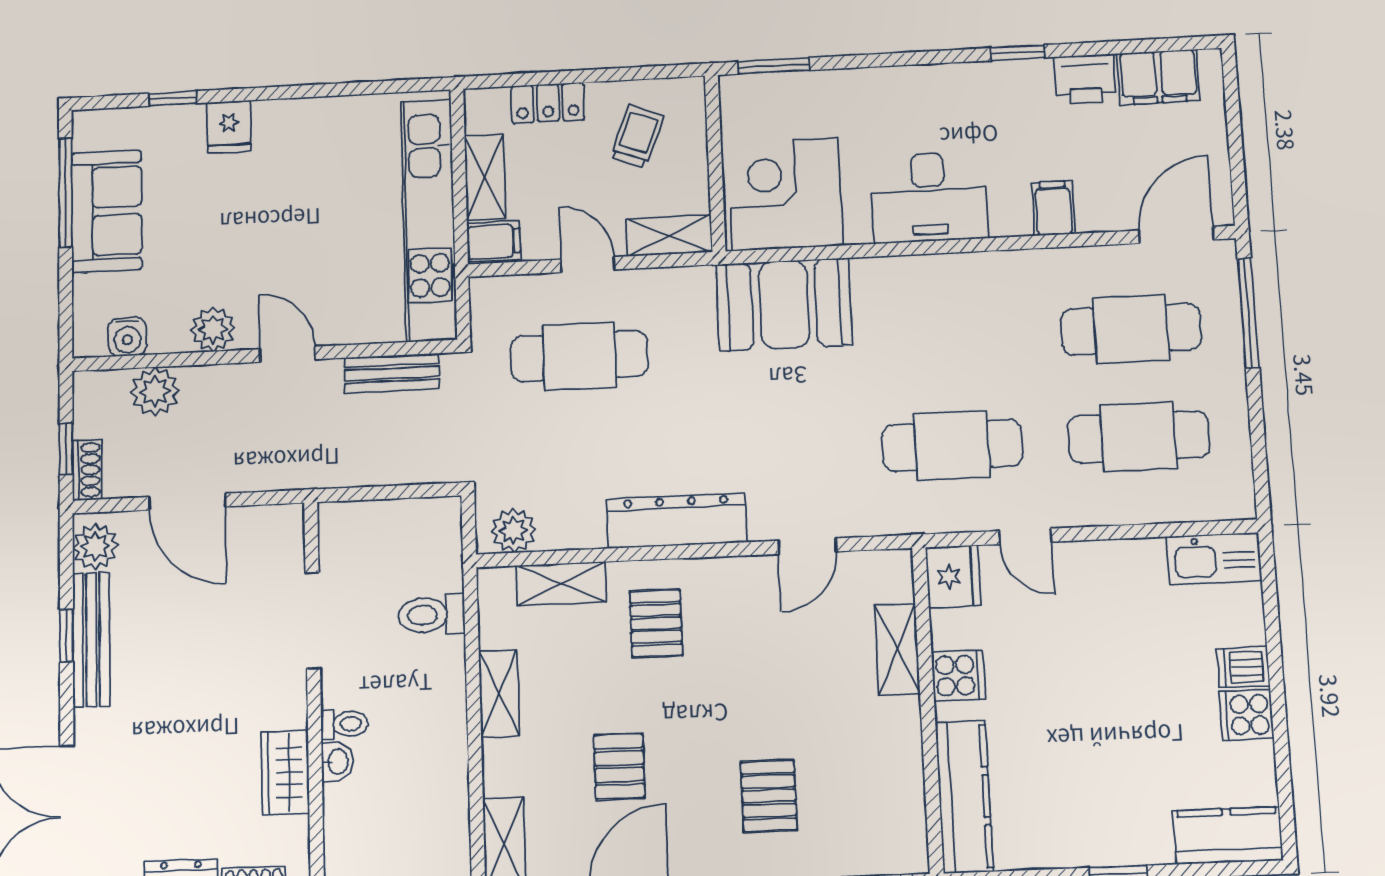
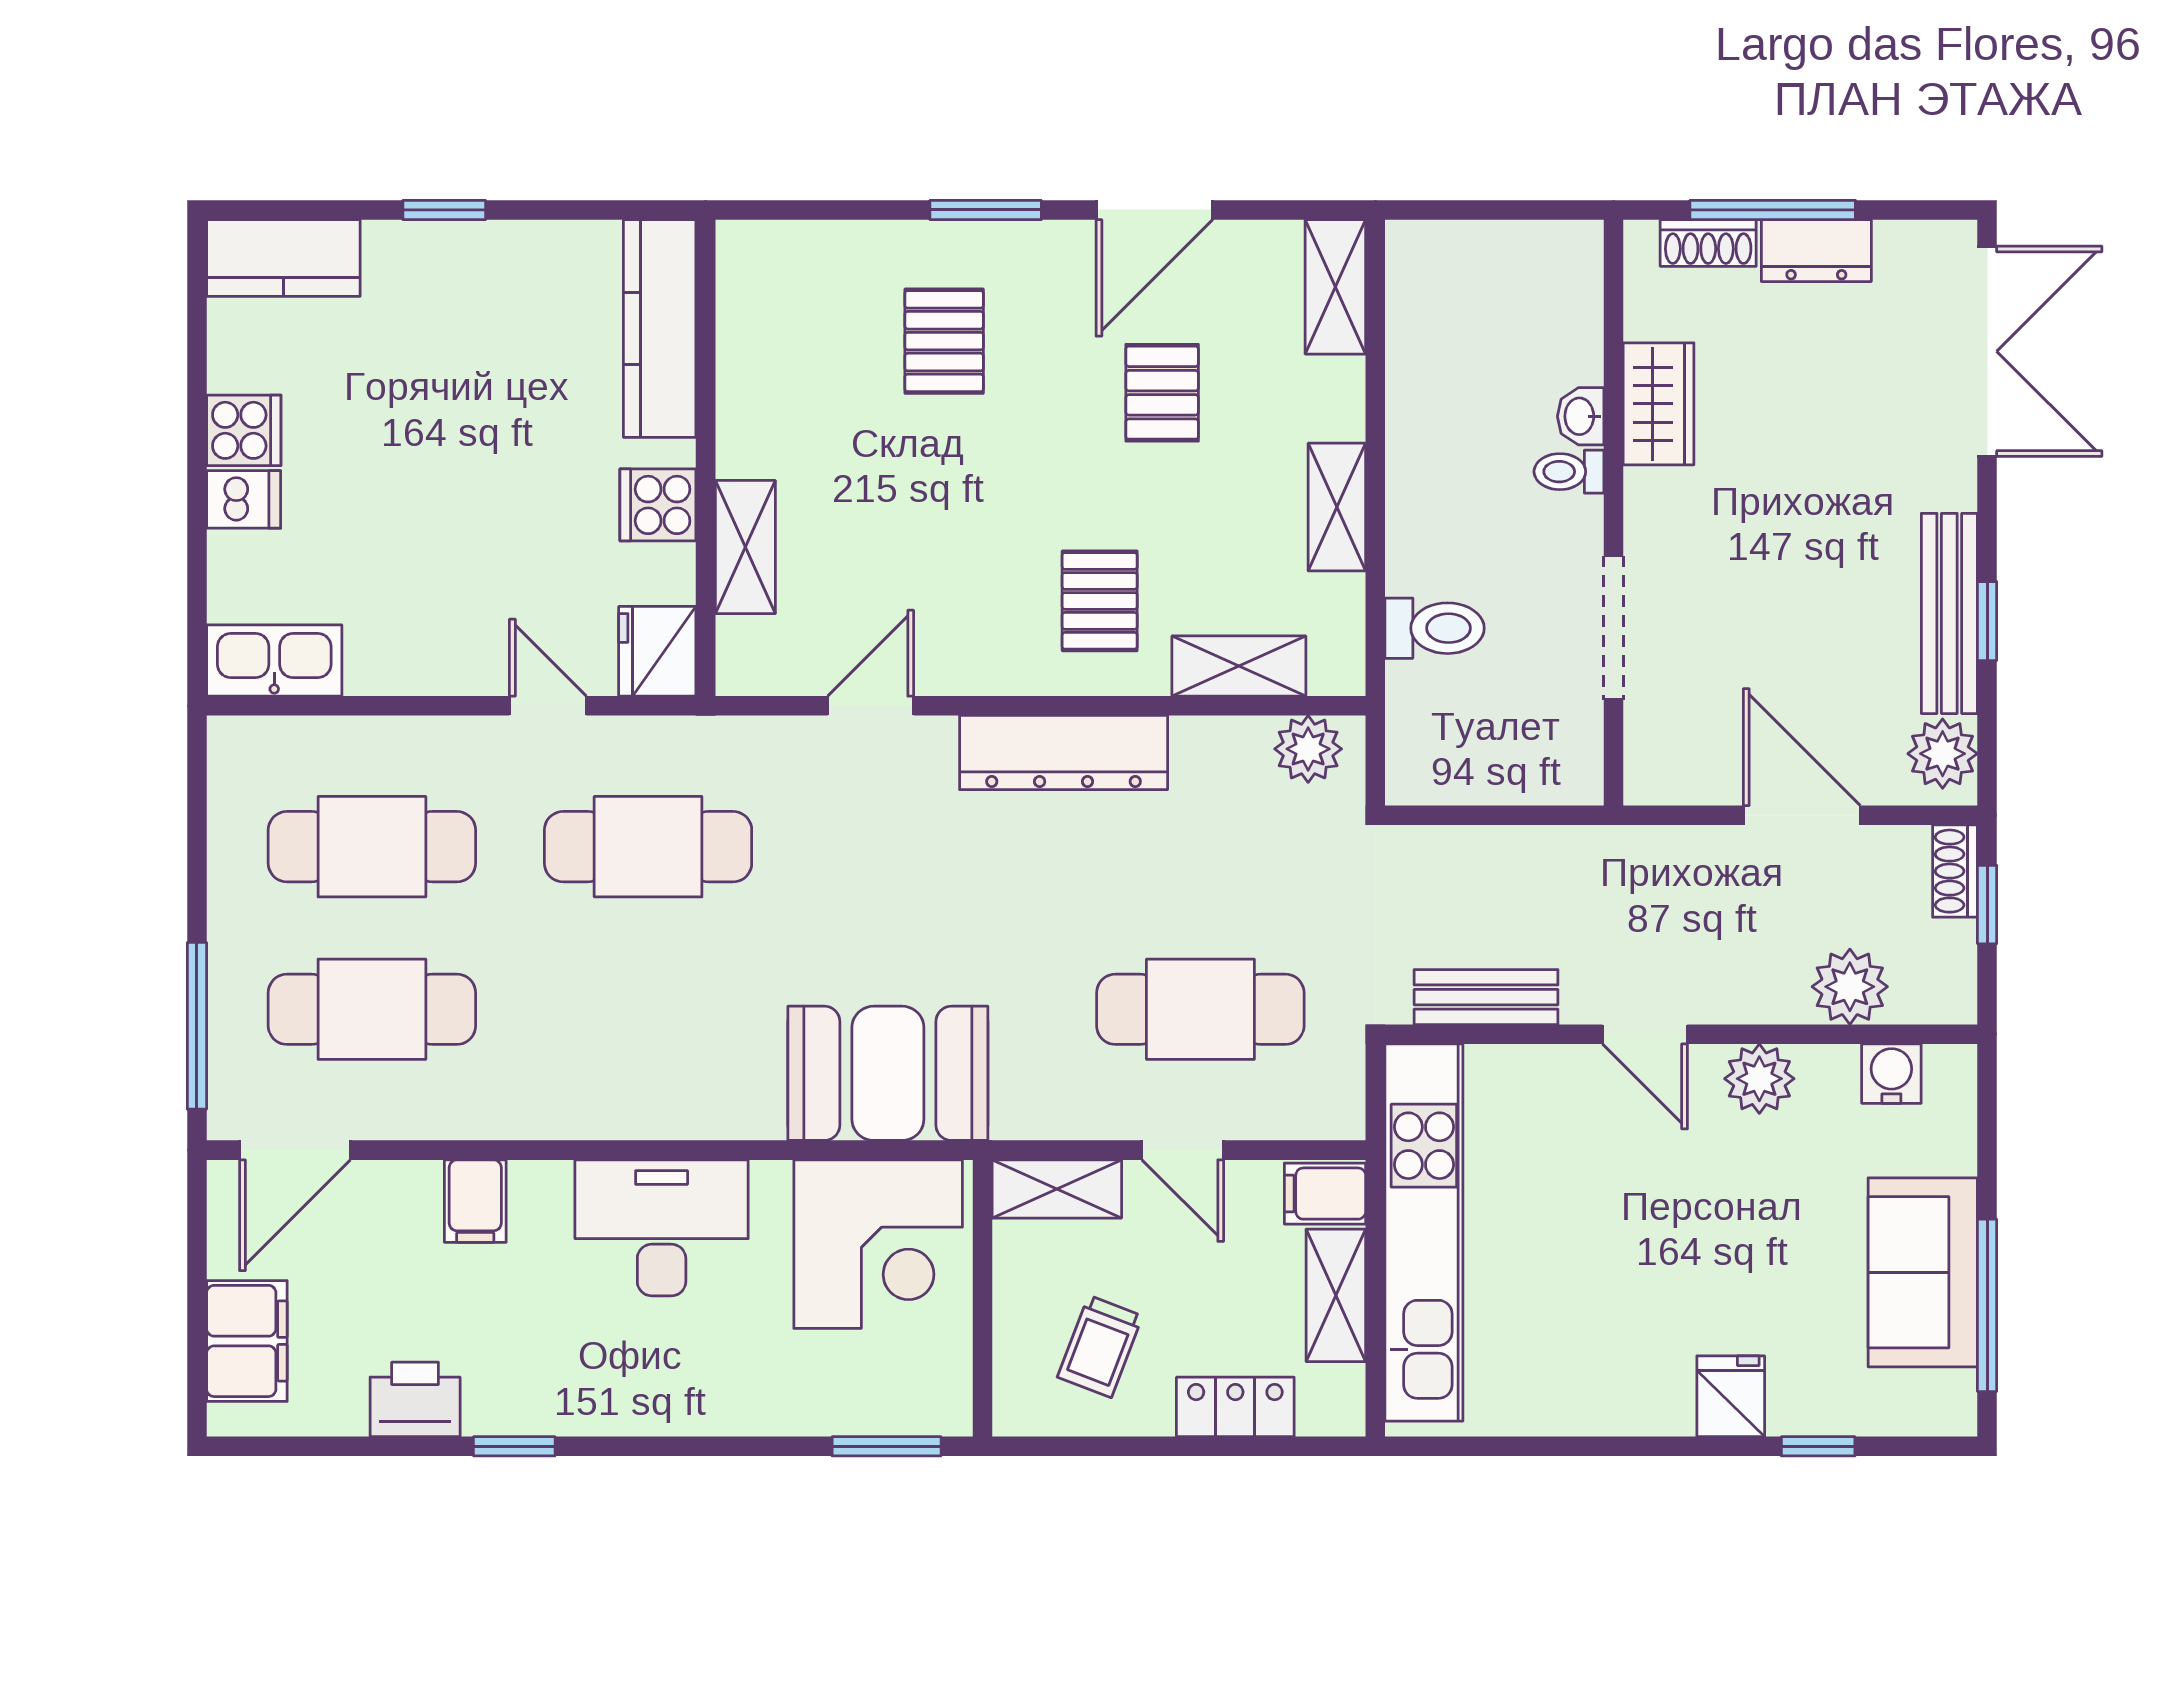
filing cabinet: (1159, 77) -> (247, 1341), moved, turned 90

